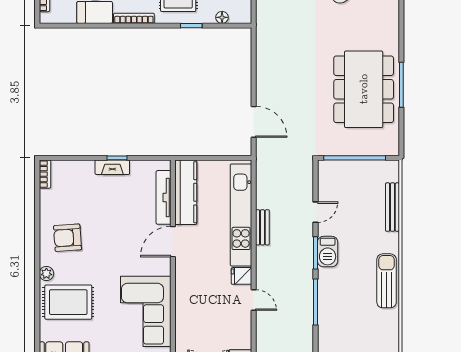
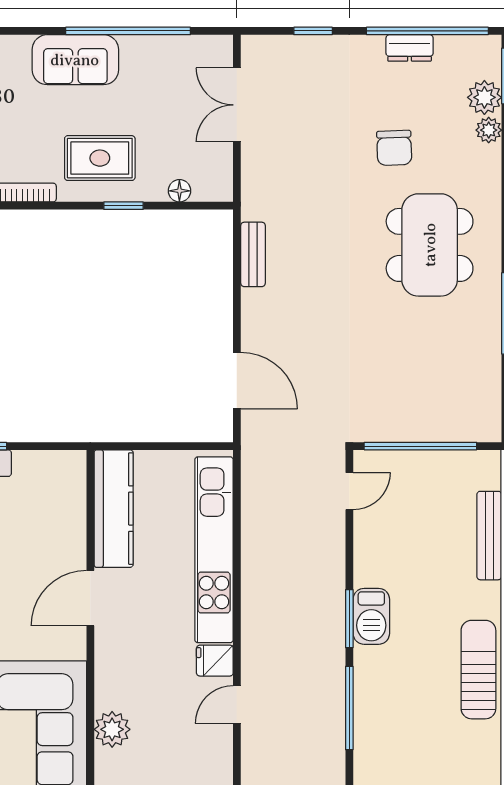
dining table: (364, 89) -> (430, 245), moved, width x0.73, depth x0.80
tv unit: (164, 197) -> (73, 518), removed
door: (315, 212) -> (349, 491), moved
bench: (262, 227) -> (253, 254), moved
door: (254, 300) -> (237, 704), swing flipped
plant: (185, 314) -> (112, 729), added

